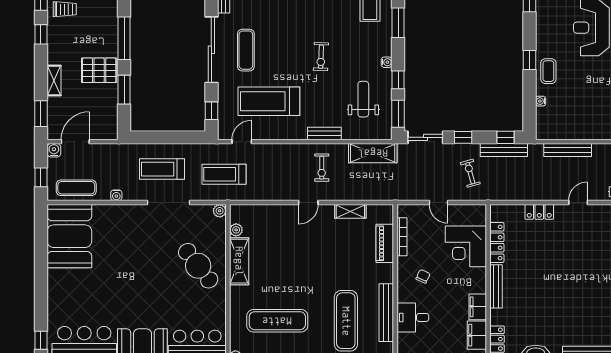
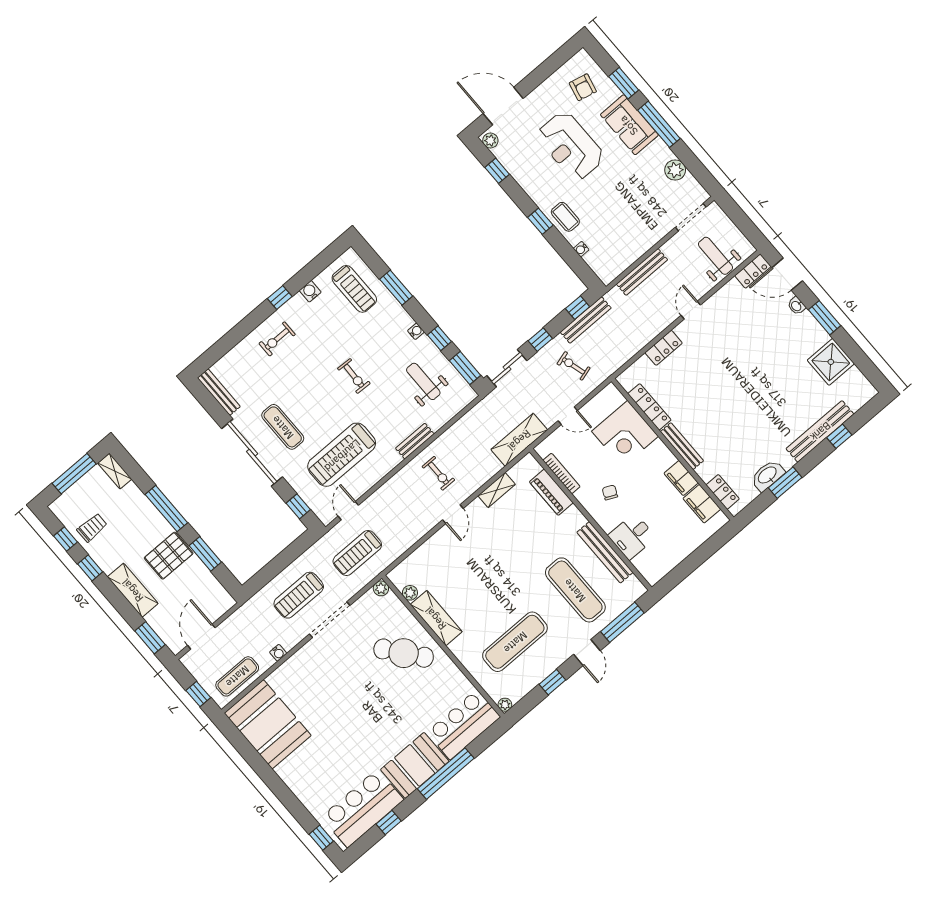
shelving: (54, 80) -> (133, 590), width x1.50, depth x1.33
water cooler: (54, 150) -> (189, 660), removed
shelving: (373, 153) -> (519, 440), moved

